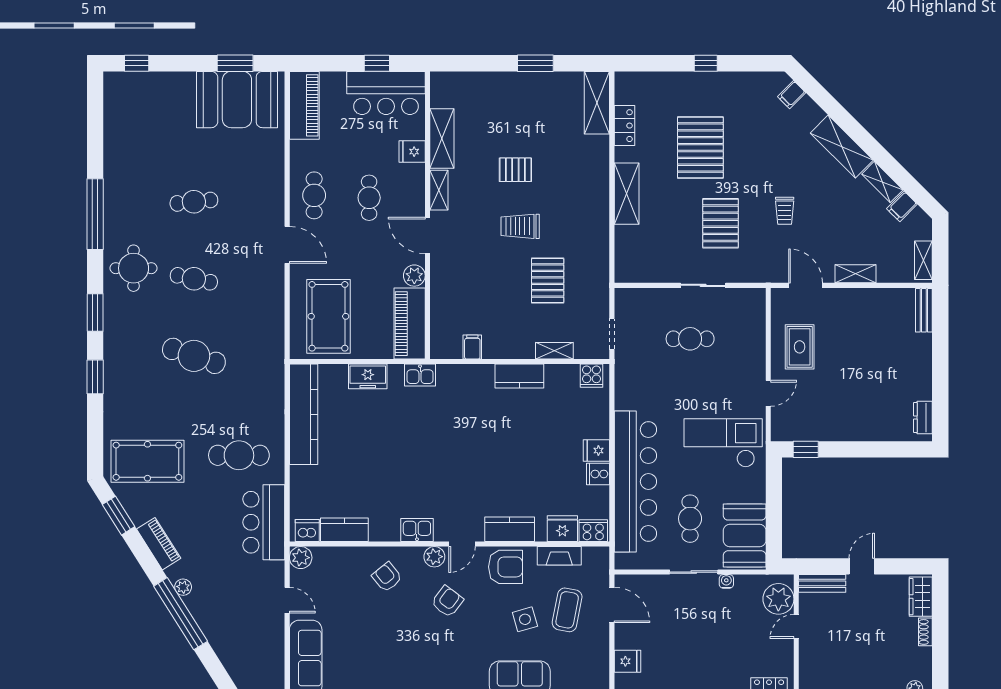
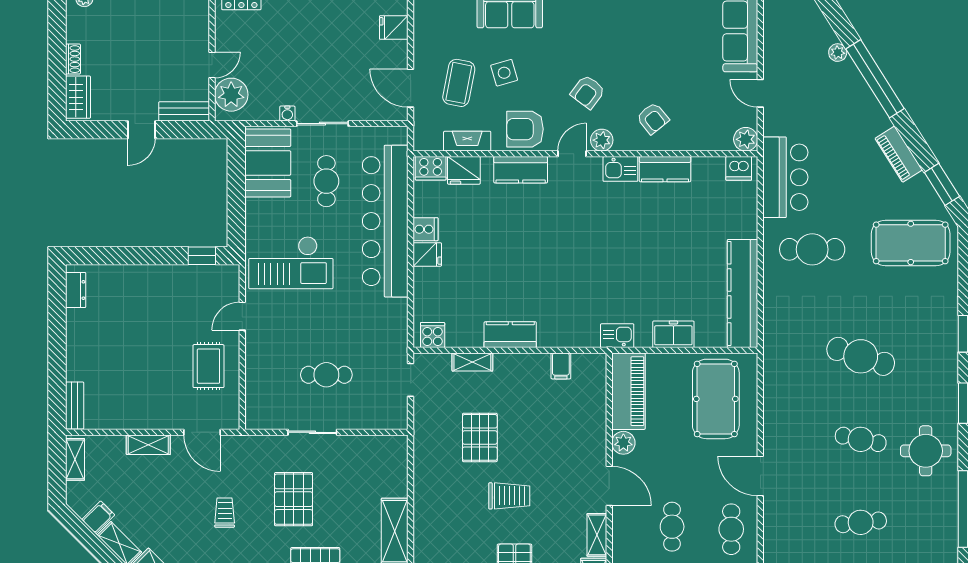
kitchen counter: (344, 530) -> (665, 169), moved
plant: (183, 587) -> (838, 53), moved

